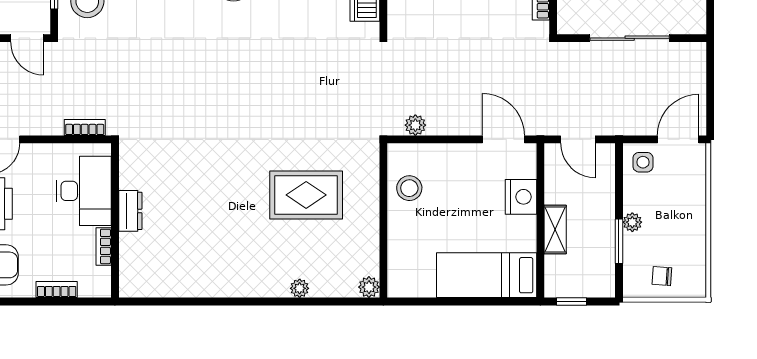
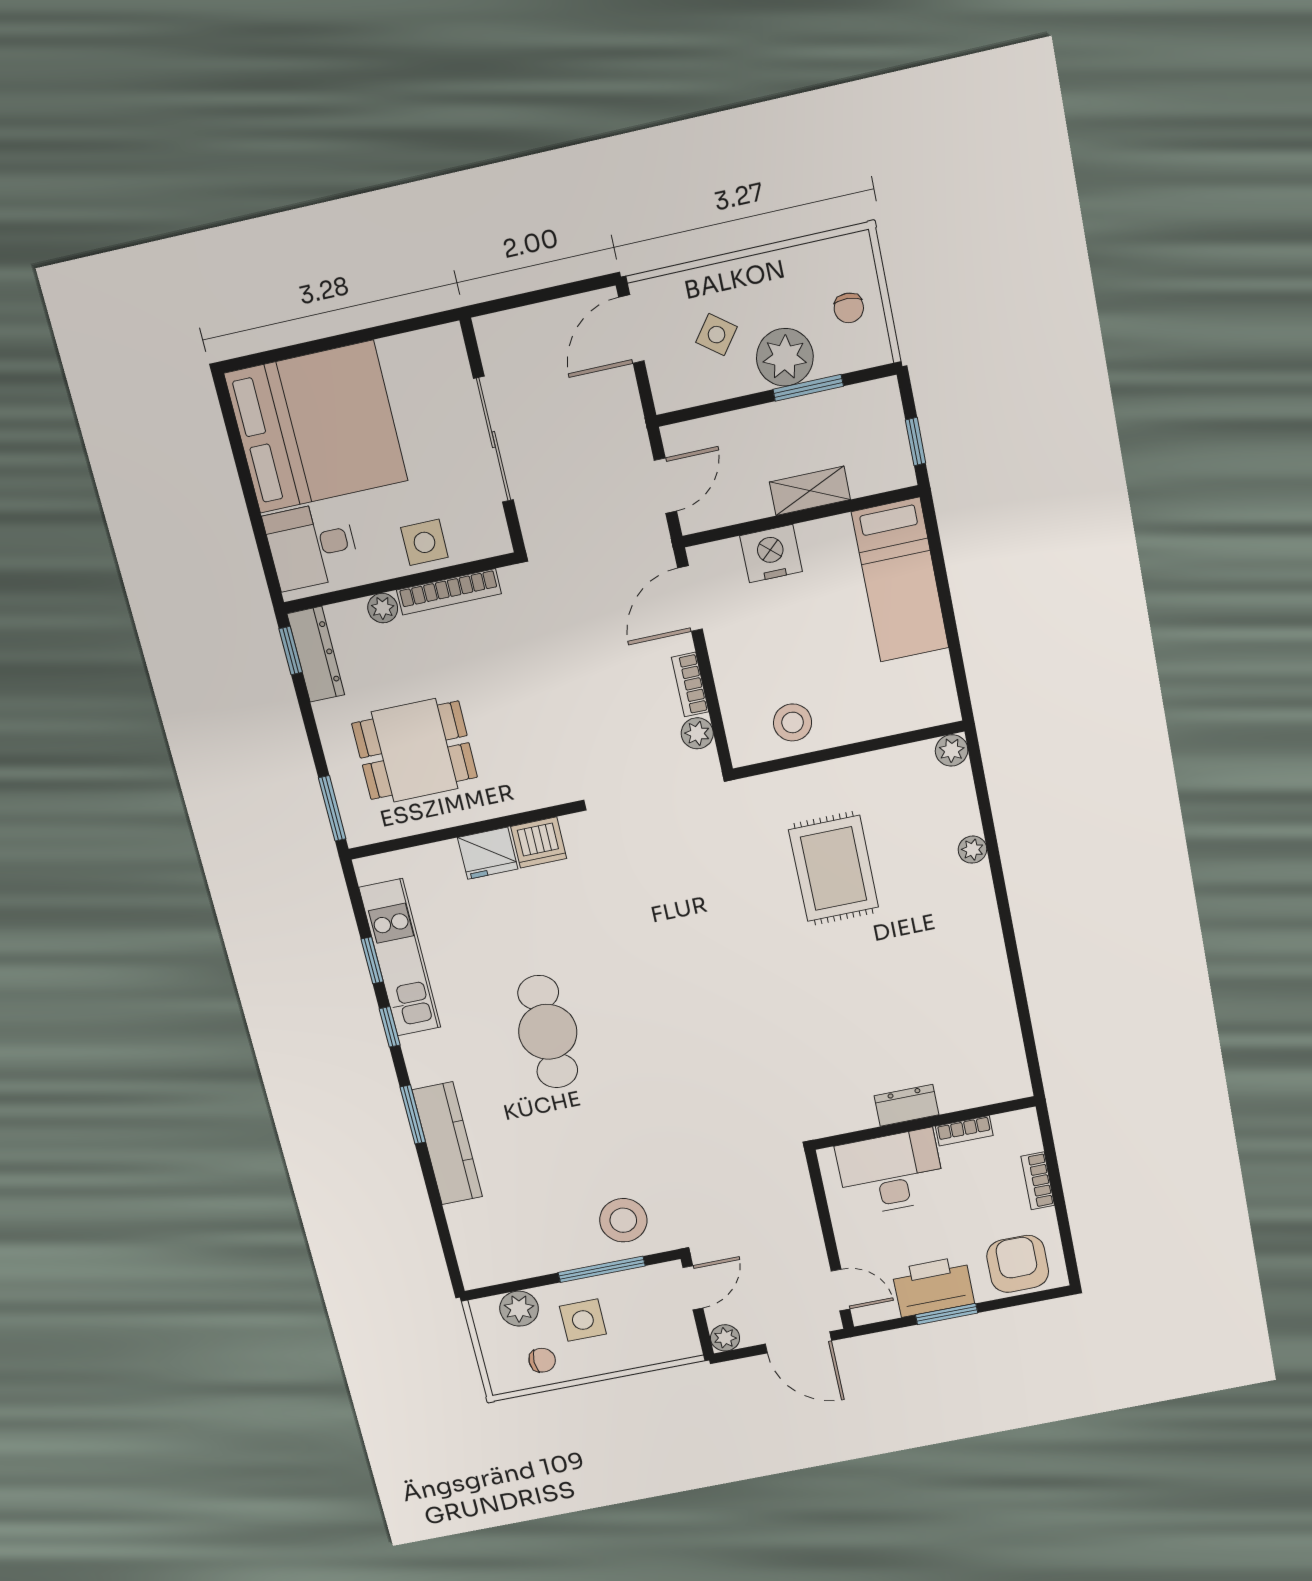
bookcase: (85, 127) -> (690, 685), moved
door: (678, 139) -> (631, 329), hinge flipped
side table: (643, 162) -> (716, 335), moved, turned 37
plant: (632, 222) -> (785, 357), width x1.88, depth x1.88

